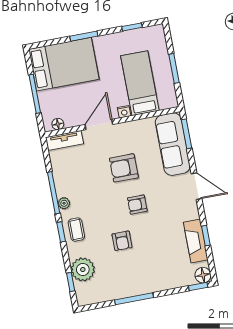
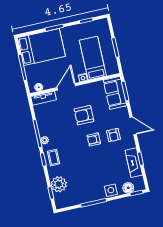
sofa: (173, 144) -> (115, 93), width x0.73
armchair: (122, 241) -> (113, 135), moved
floor lamp: (203, 275) -> (128, 188), moved
side table: (160, 281) -> (111, 190), added

